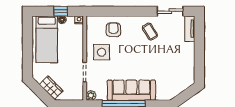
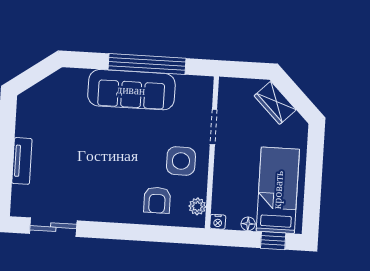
window: (61, 11) -> (273, 241), moved
tv unit: (190, 29) -> (22, 161), moved
coffee table: (150, 32) -> (92, 193), removed
plant: (91, 95) -> (197, 206), moved

